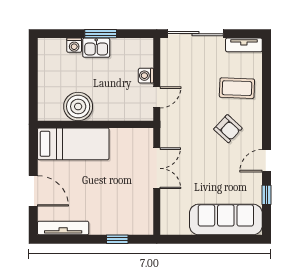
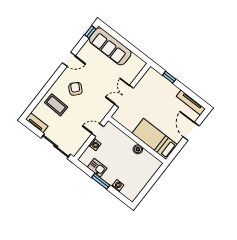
kitchen sink: (96, 48) -> (97, 168), moved
boiler: (78, 106) -> (138, 149), width x0.54, depth x0.54
window: (266, 195) -> (90, 32), moved

